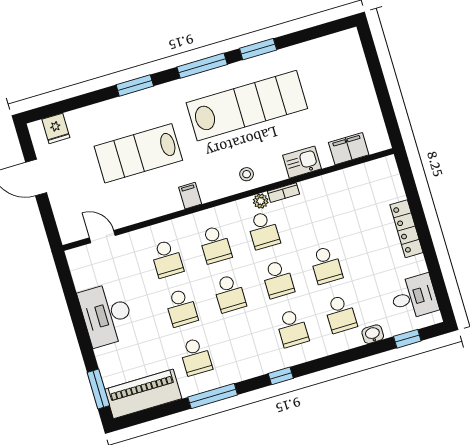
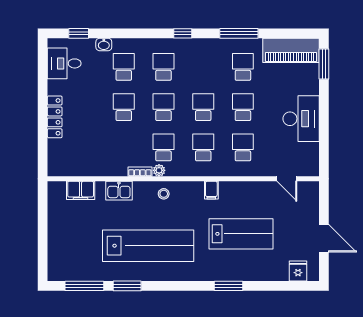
window: (202, 66) -> (84, 286), moved
lab bench: (247, 106) -> (148, 246), turned 180

